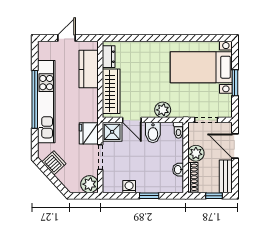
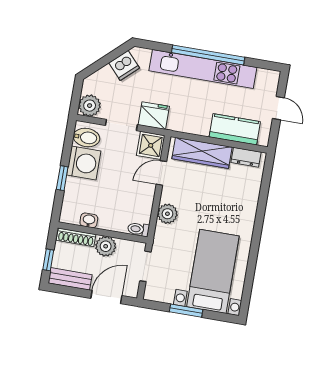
bidet: (153, 133) -> (86, 138), moved, turned 180
washing machine: (129, 187) -> (84, 163), width x1.89, depth x1.89

